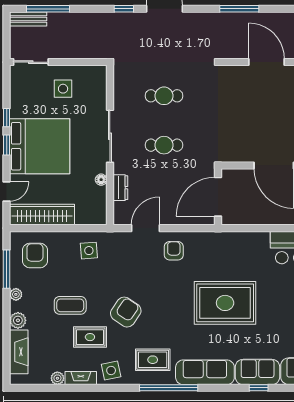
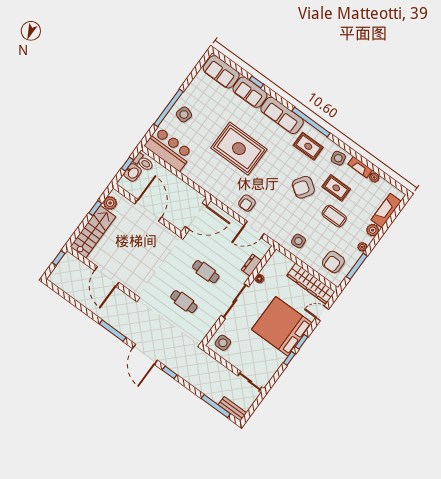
window: (239, 9) -> (113, 331), moved
side table: (63, 89) -> (223, 343), moved

